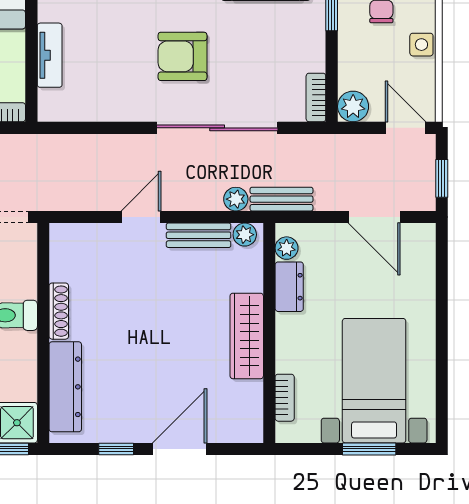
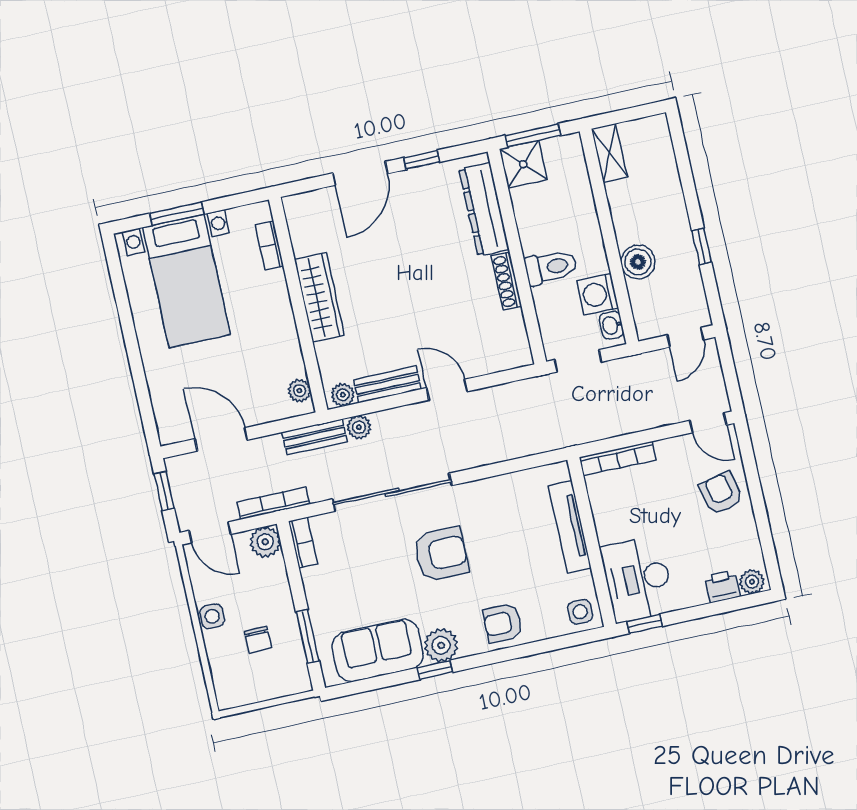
tv unit: (50, 55) -> (570, 527), width x1.41
bookcase: (336, 143) -> (273, 503), added
door: (141, 217) -> (447, 390), swing flipped
dresser: (289, 287) -> (289, 354), removed

